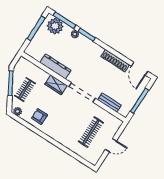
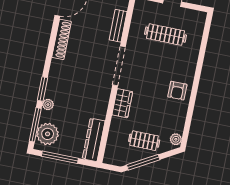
dresser: (56, 66) -> (94, 140), moved
armchair: (40, 117) -> (177, 91), moved

